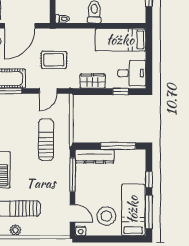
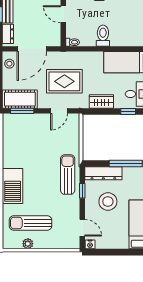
rug: (54, 60) -> (64, 81), width x1.36, depth x1.43
sun lounger: (46, 140) -> (68, 175), moved
window: (73, 175) -> (82, 191), width x0.46
stool: (106, 216) -> (108, 202), moved

